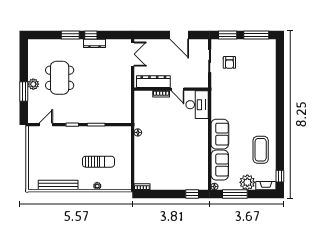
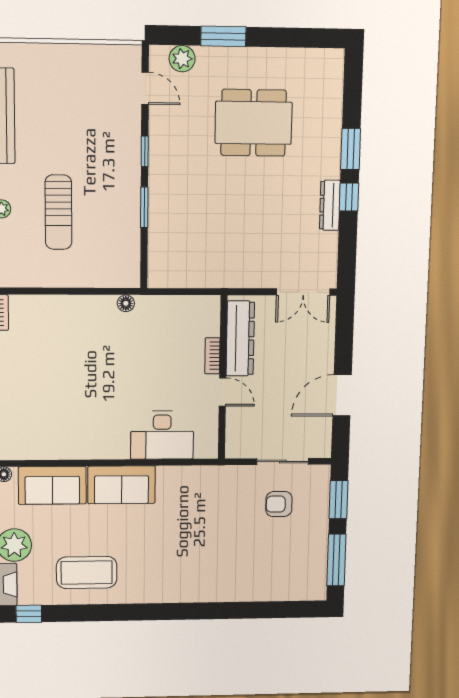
plant: (33, 84) -> (182, 59), moved
door: (177, 89) -> (222, 392), swing flipped
desk: (197, 105) -> (162, 435), moved

